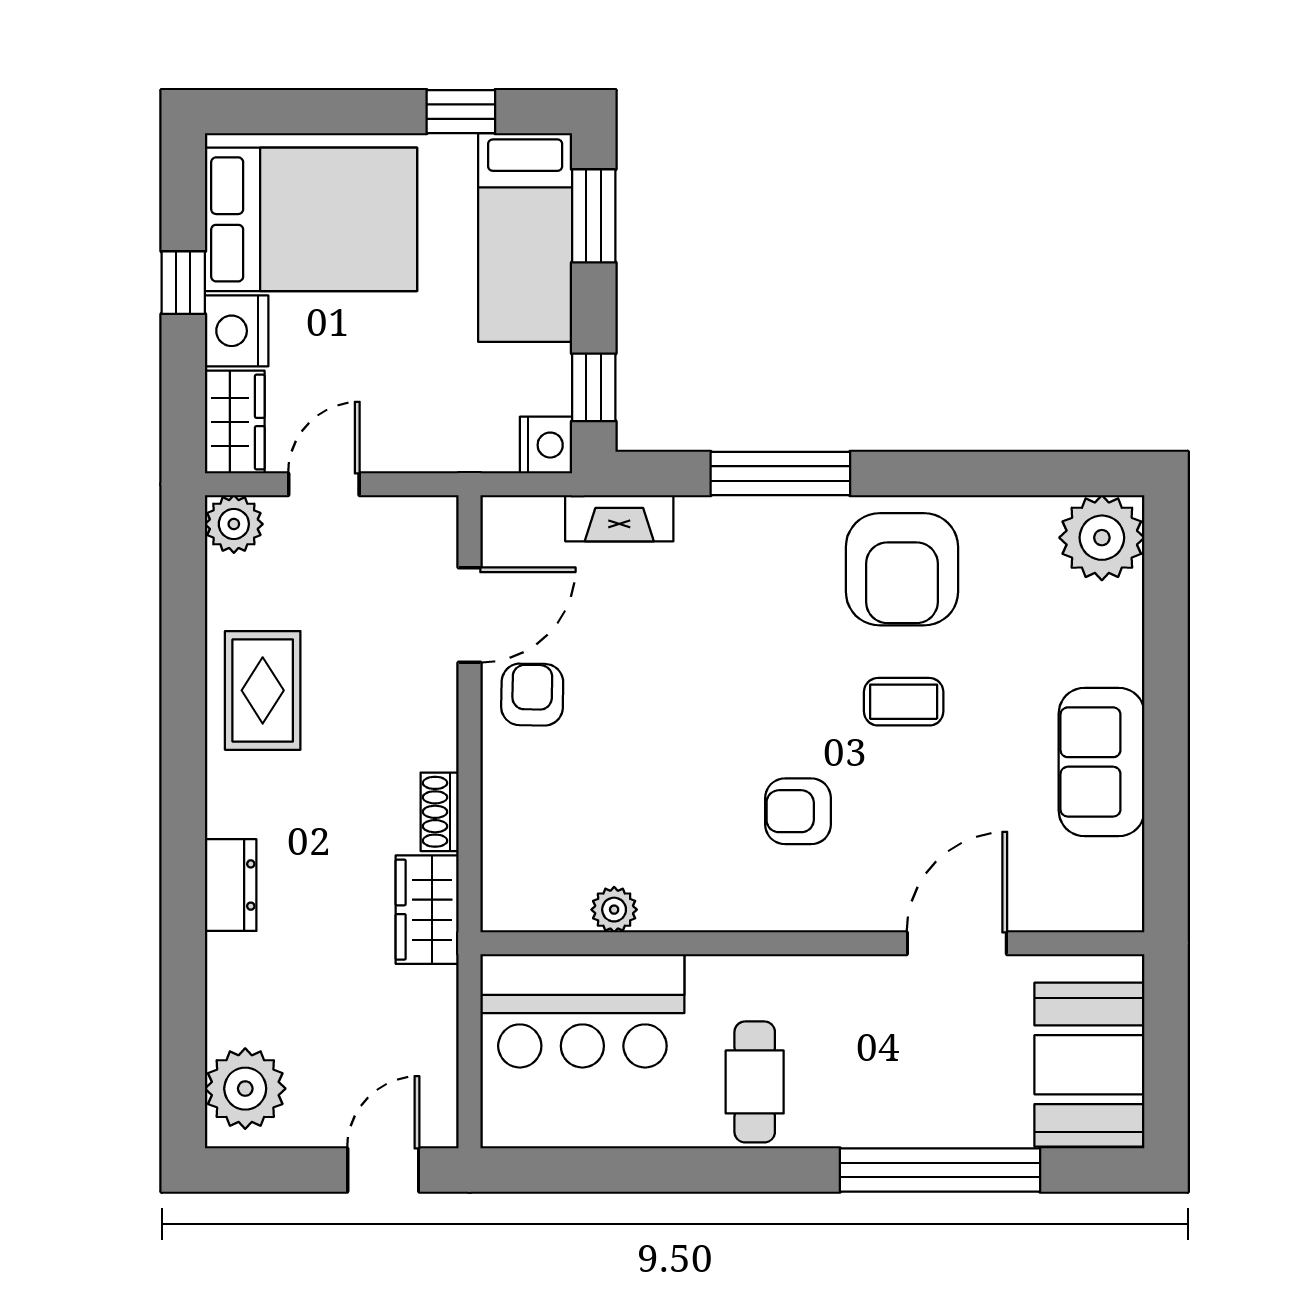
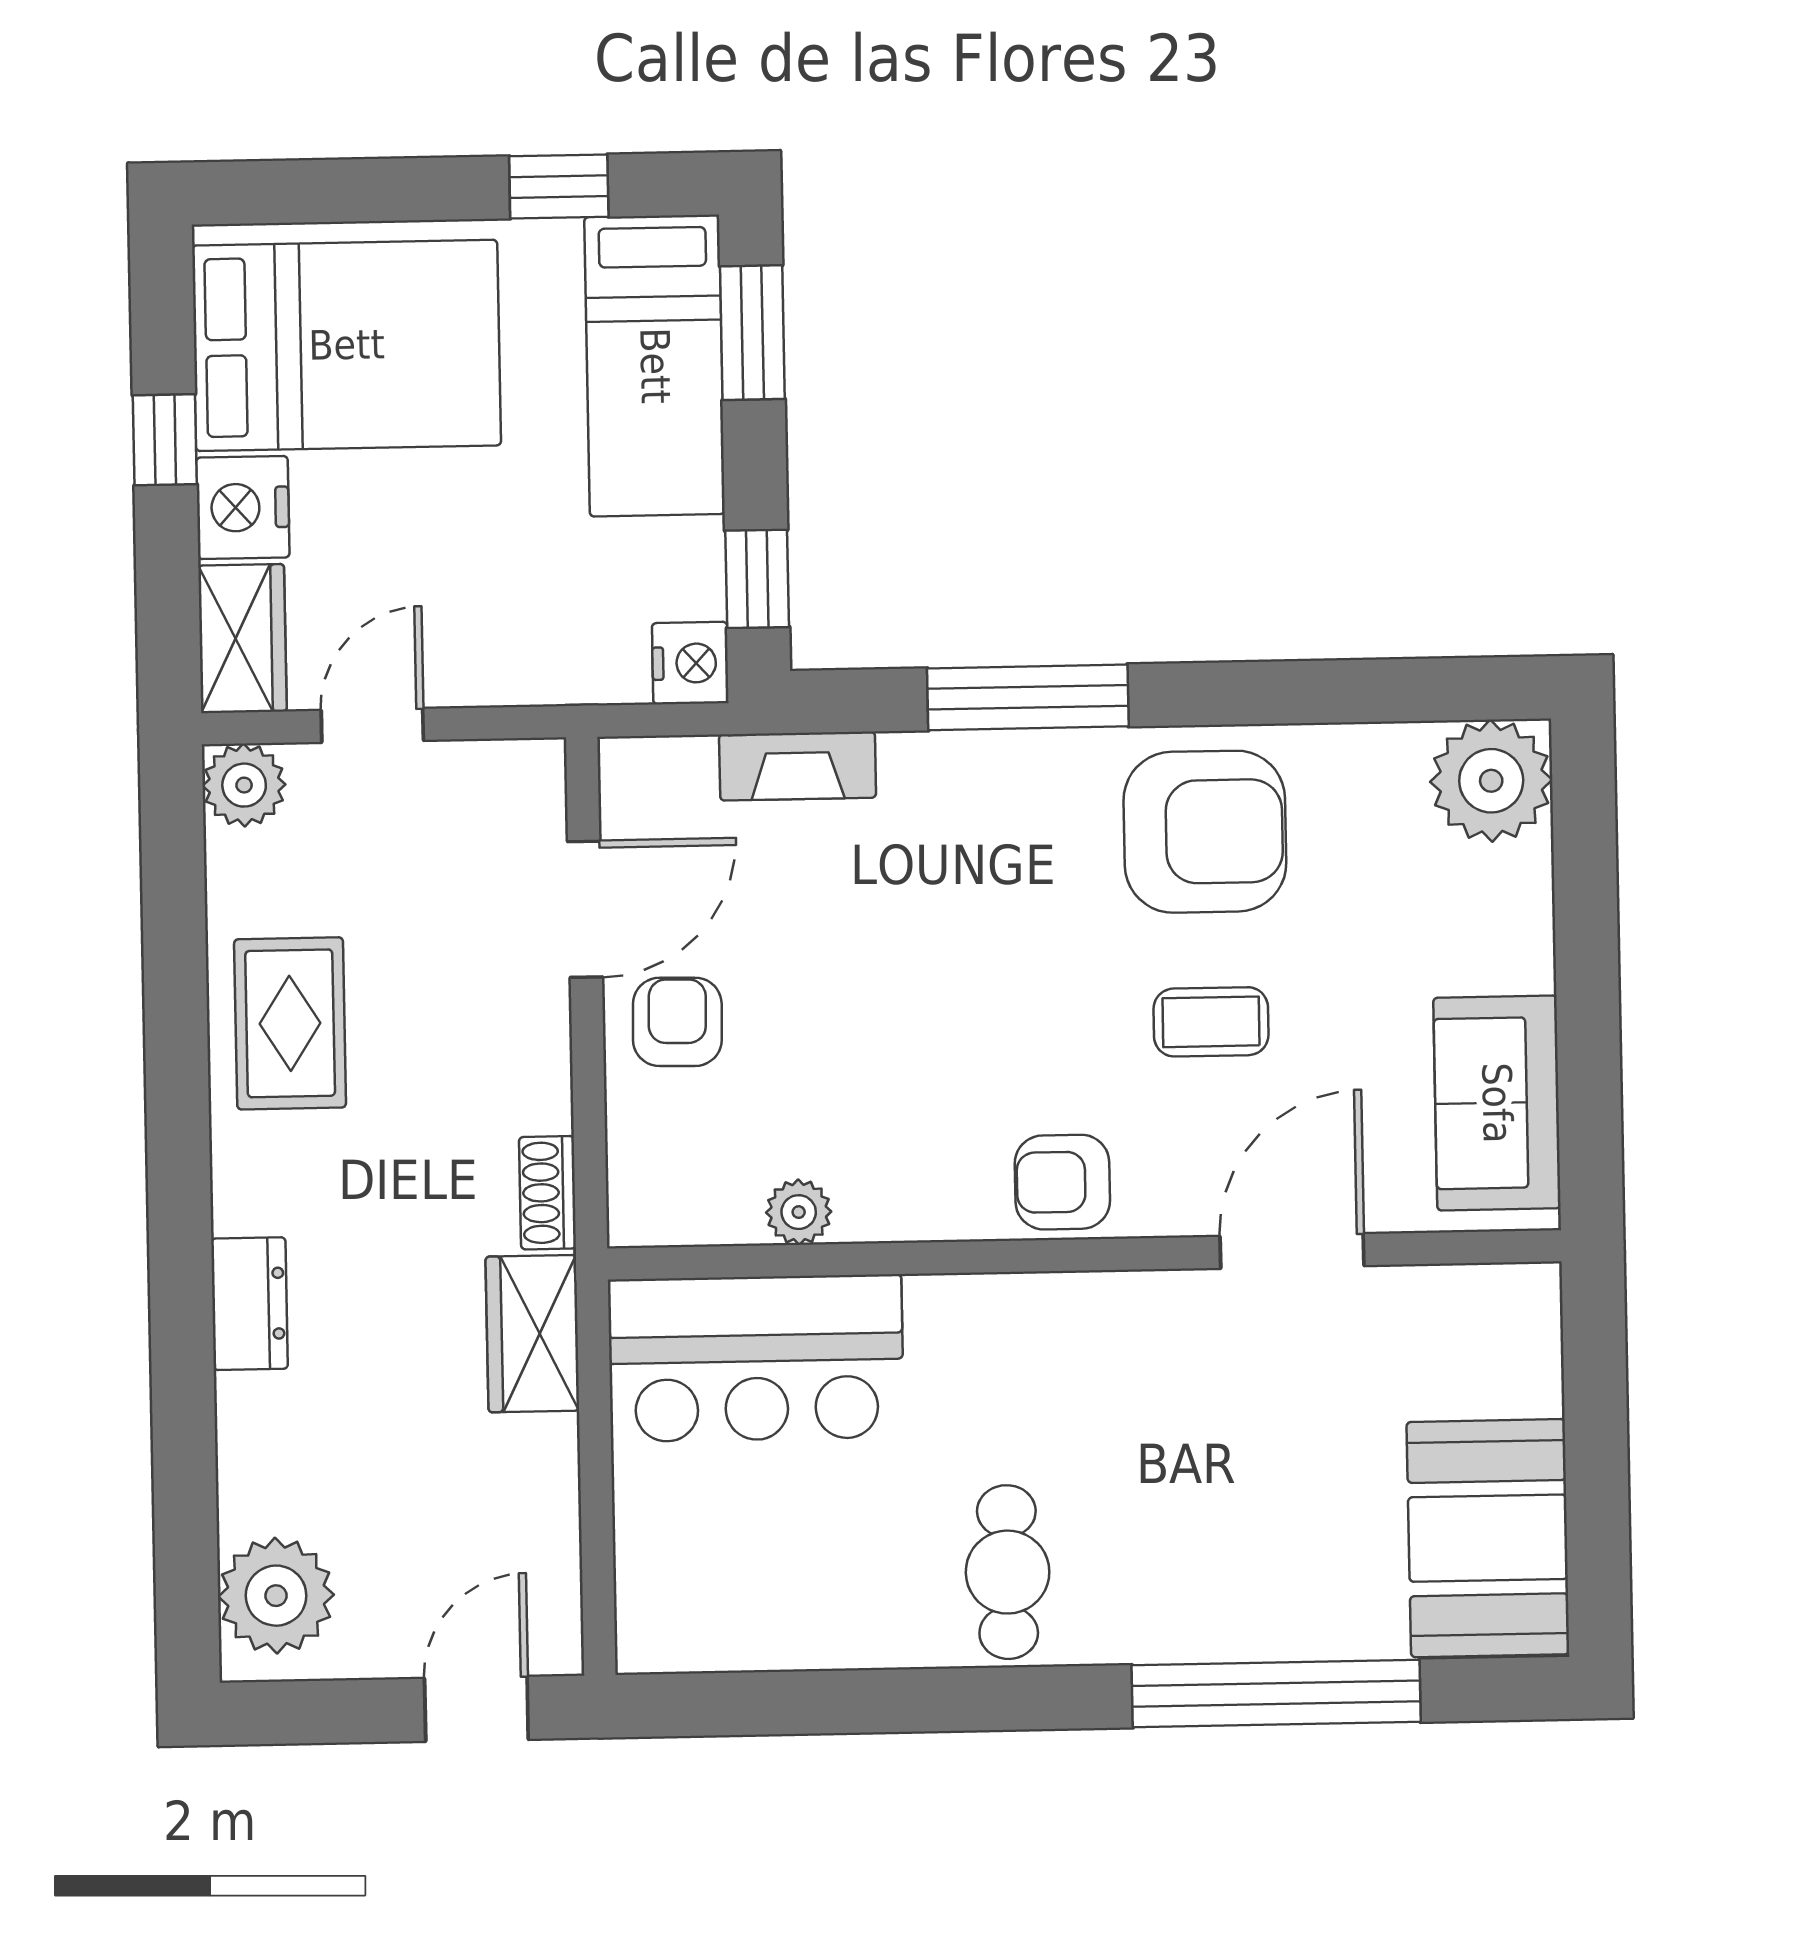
armchair: (902, 569) -> (1205, 832), turned -90
plant: (614, 910) -> (799, 1212), moved
wall: (812, 943) -> (1084, 1255), moved
door: (957, 943) -> (1292, 1251), moved
bar counter: (582, 1011) -> (756, 1358), moved

